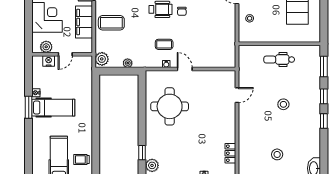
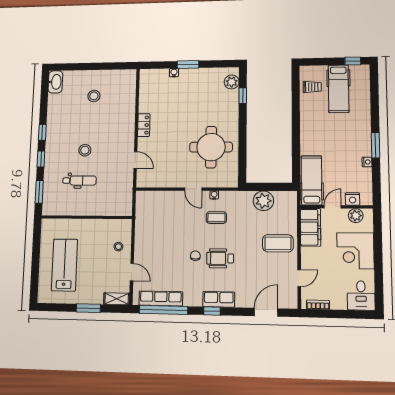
filing cabinet: (84, 22) -> (310, 227), moved
plant: (102, 59) -> (289, 201), removed
dental chair: (279, 60) -> (79, 181), moved
plant: (128, 63) -> (263, 201), width x1.87, depth x1.87
door: (237, 95) -> (135, 160), swing flipped
hospital bed: (53, 108) -> (312, 180), moved, turned 90
locker: (230, 153) -> (144, 125), moved

